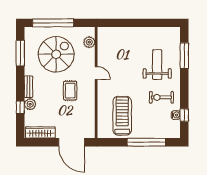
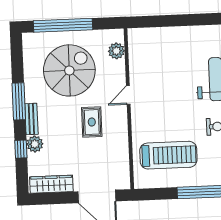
window: (20, 53) -> (19, 101), moved
door: (96, 73) -> (128, 95), swing flipped
treadmill: (122, 116) -> (168, 155), turned 90

